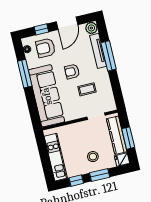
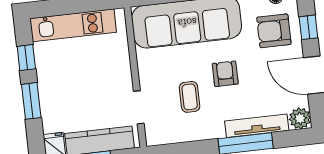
armchair: (46, 48) -> (274, 31), turned -90
stool: (93, 157) -> (66, 93), removed

